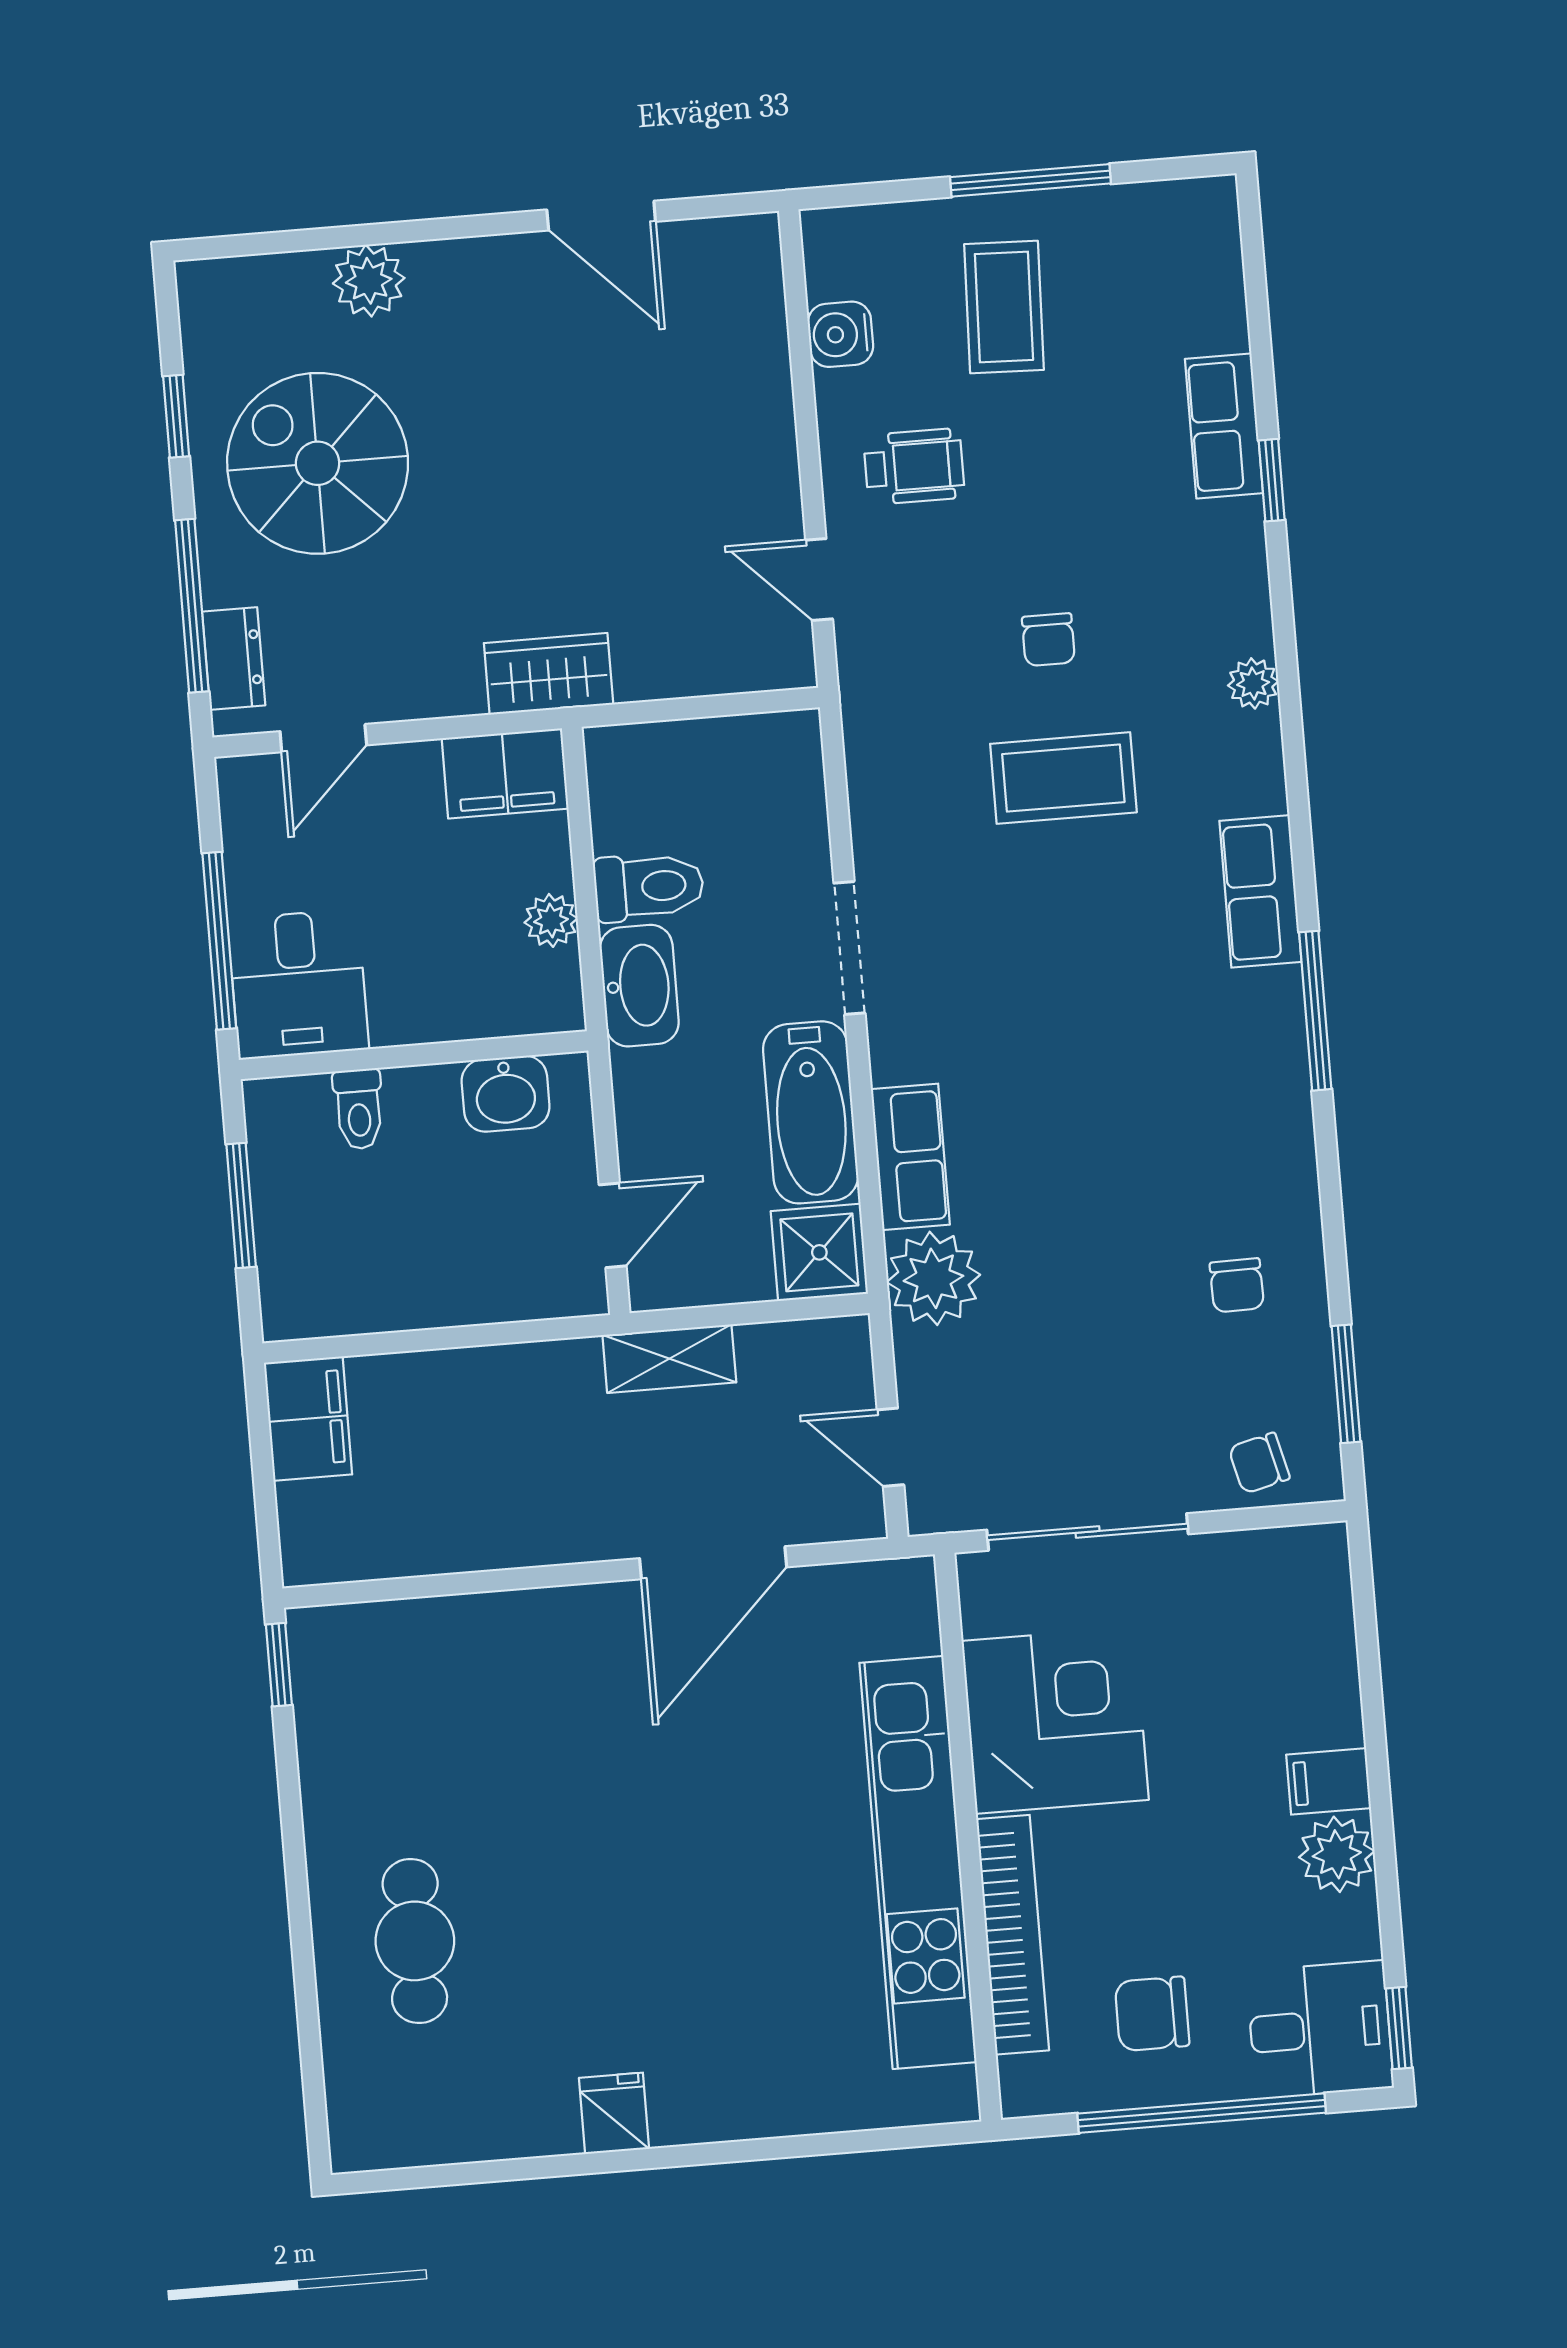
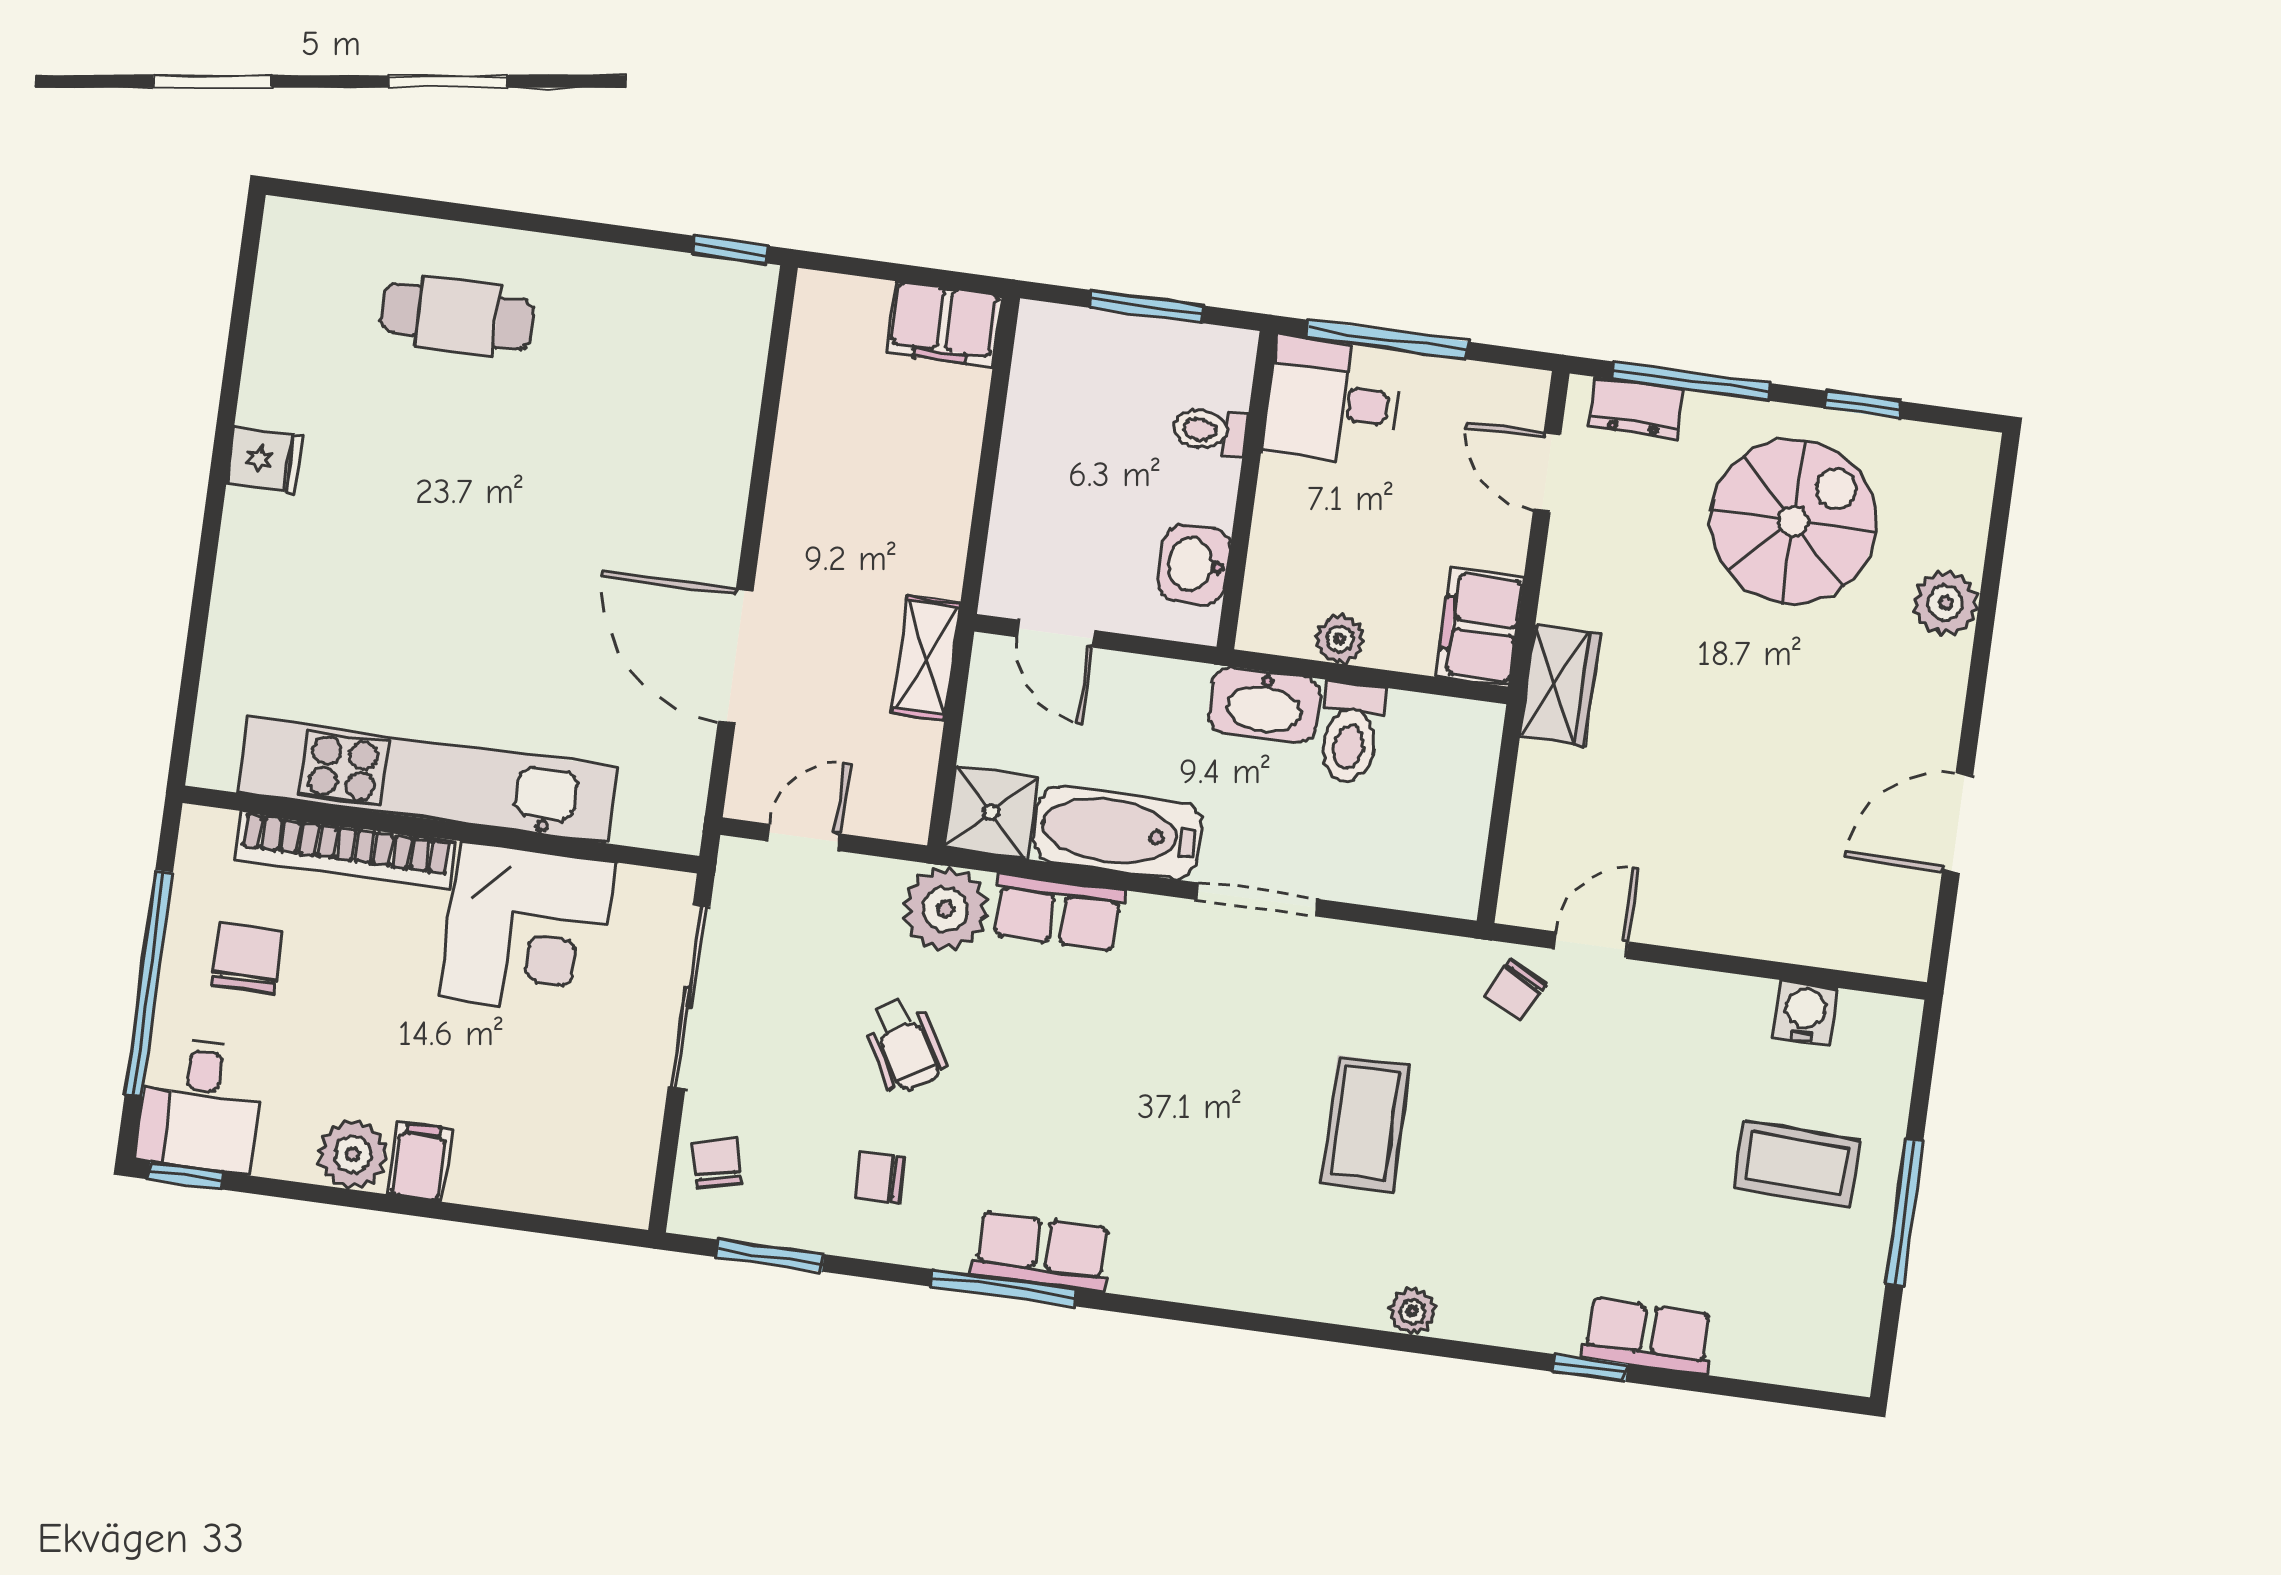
wheelchair: (914, 467) -> (904, 1044), moved, turned -30
chair: (1048, 640) -> (1515, 990), moved, turned -61
row of seats: (1260, 891) -> (1041, 1251), moved
window: (1315, 1011) -> (1003, 1288), moved

